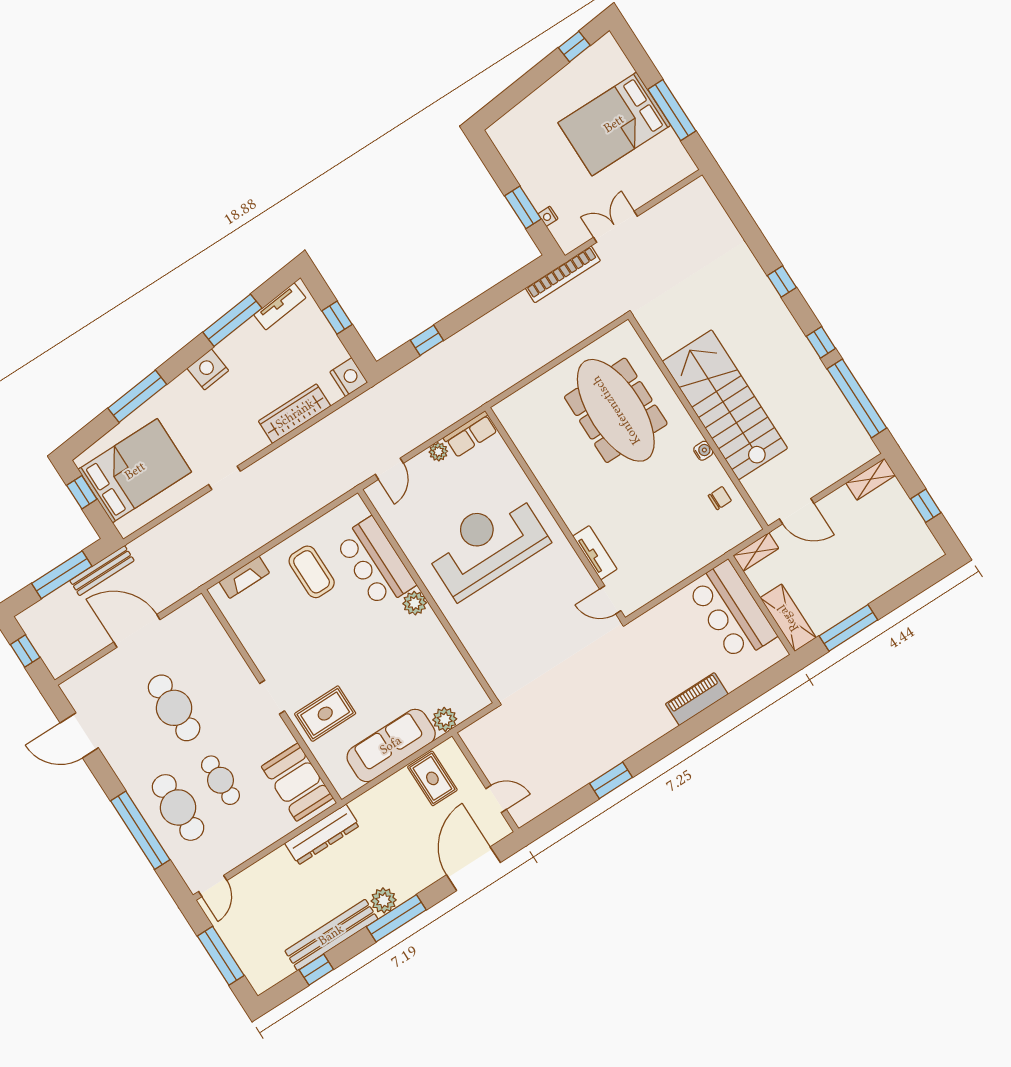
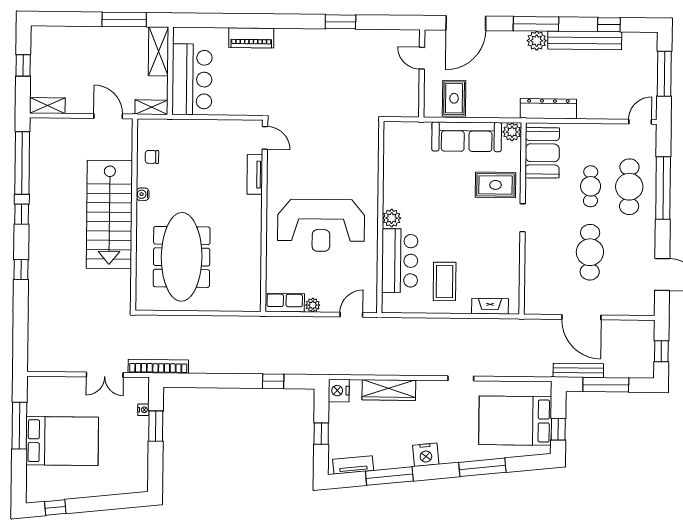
plant: (445, 719) -> (512, 132), moved

